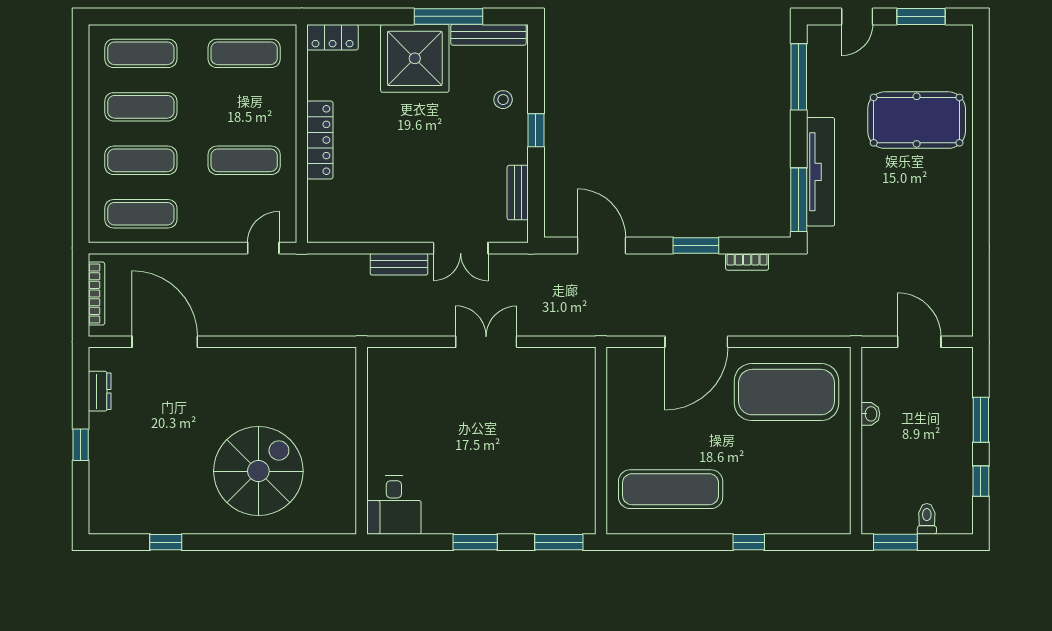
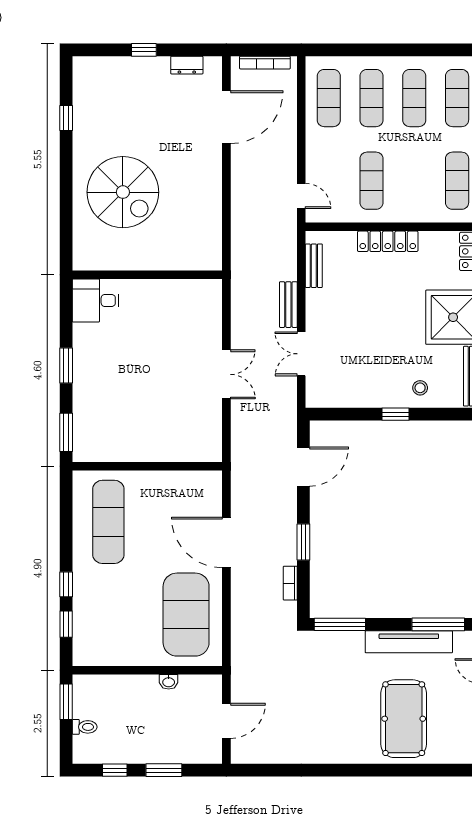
tv unit: (821, 172) -> (409, 642), moved
bench: (518, 193) -> (314, 266), moved, turned 90
window: (798, 542) -> (66, 624), added

